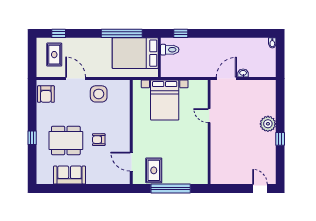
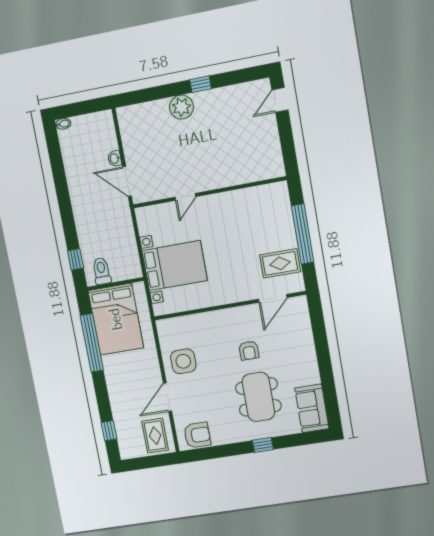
rug: (54, 55) -> (155, 436), moved, turned 90
sofa: (70, 175) -> (312, 408), moved

